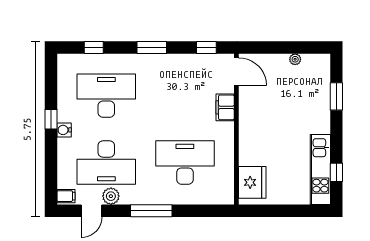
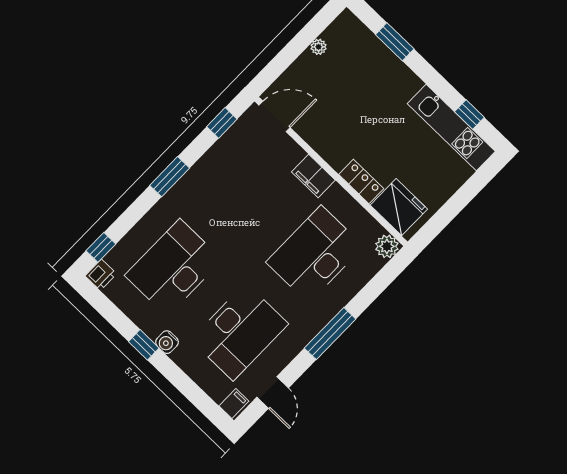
window: (94, 47) -> (101, 247), moved
printer: (66, 61) -> (101, 275), added
filing cabinet: (225, 107) -> (313, 176), moved
locker: (246, 150) -> (361, 181), added
plant: (111, 196) -> (387, 246), moved

